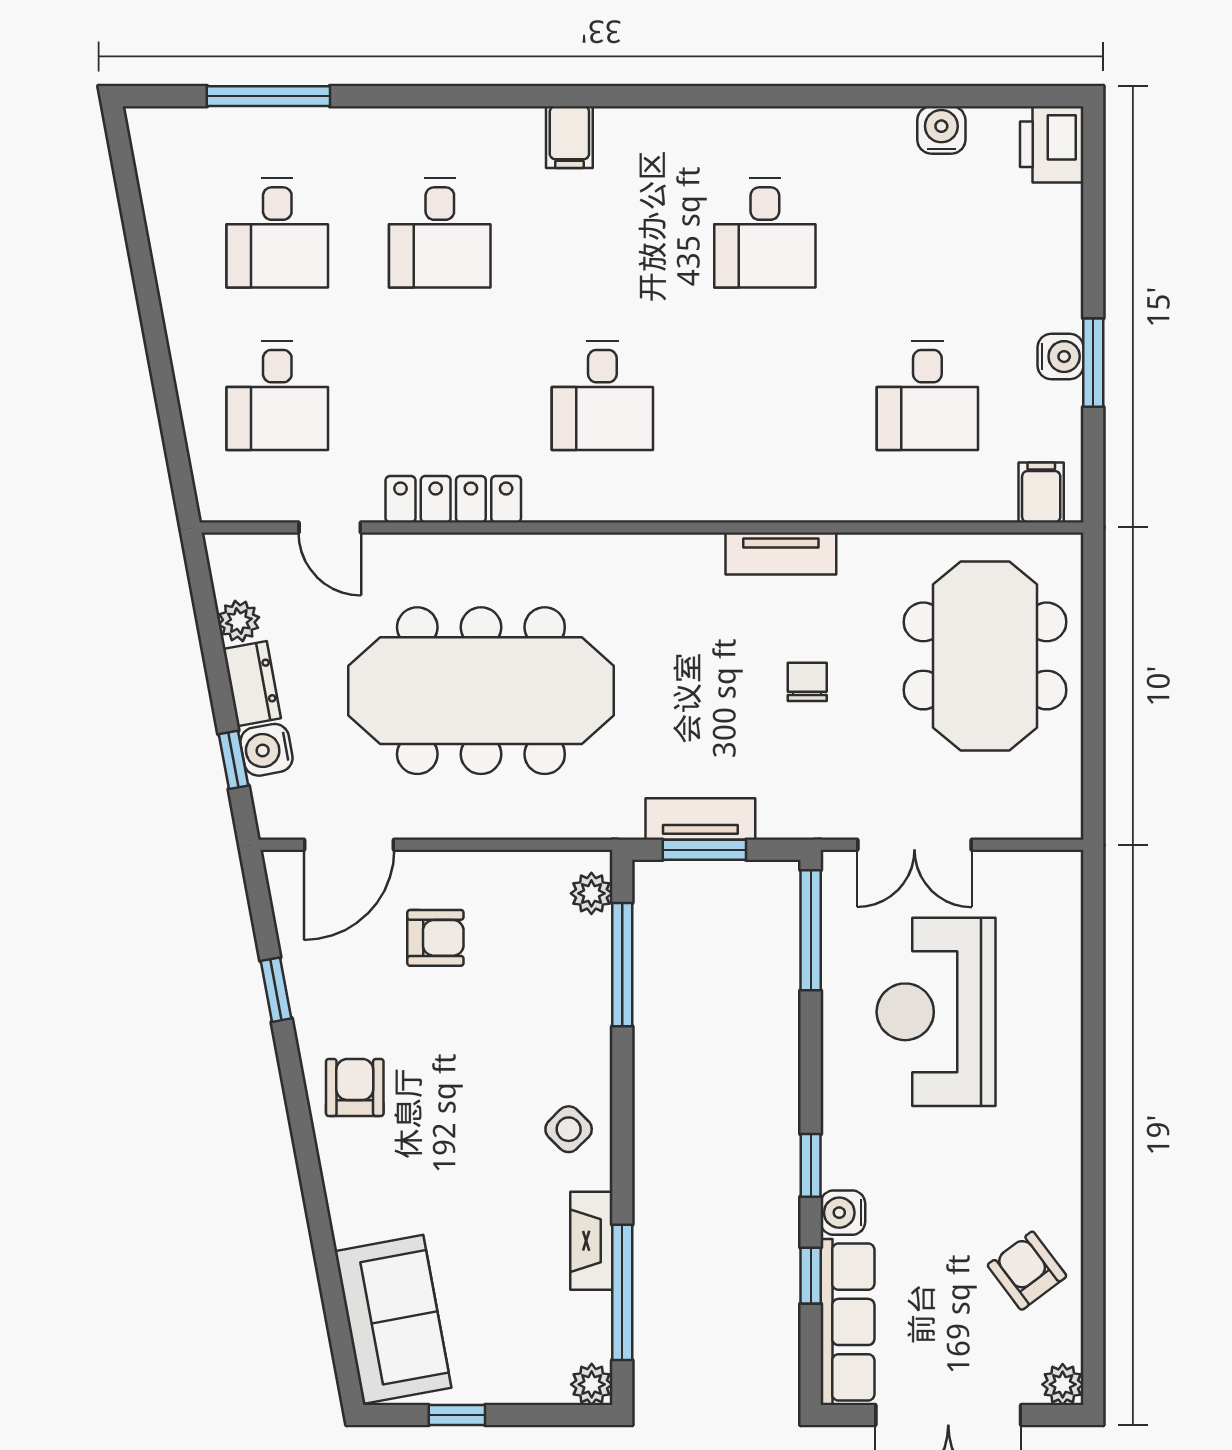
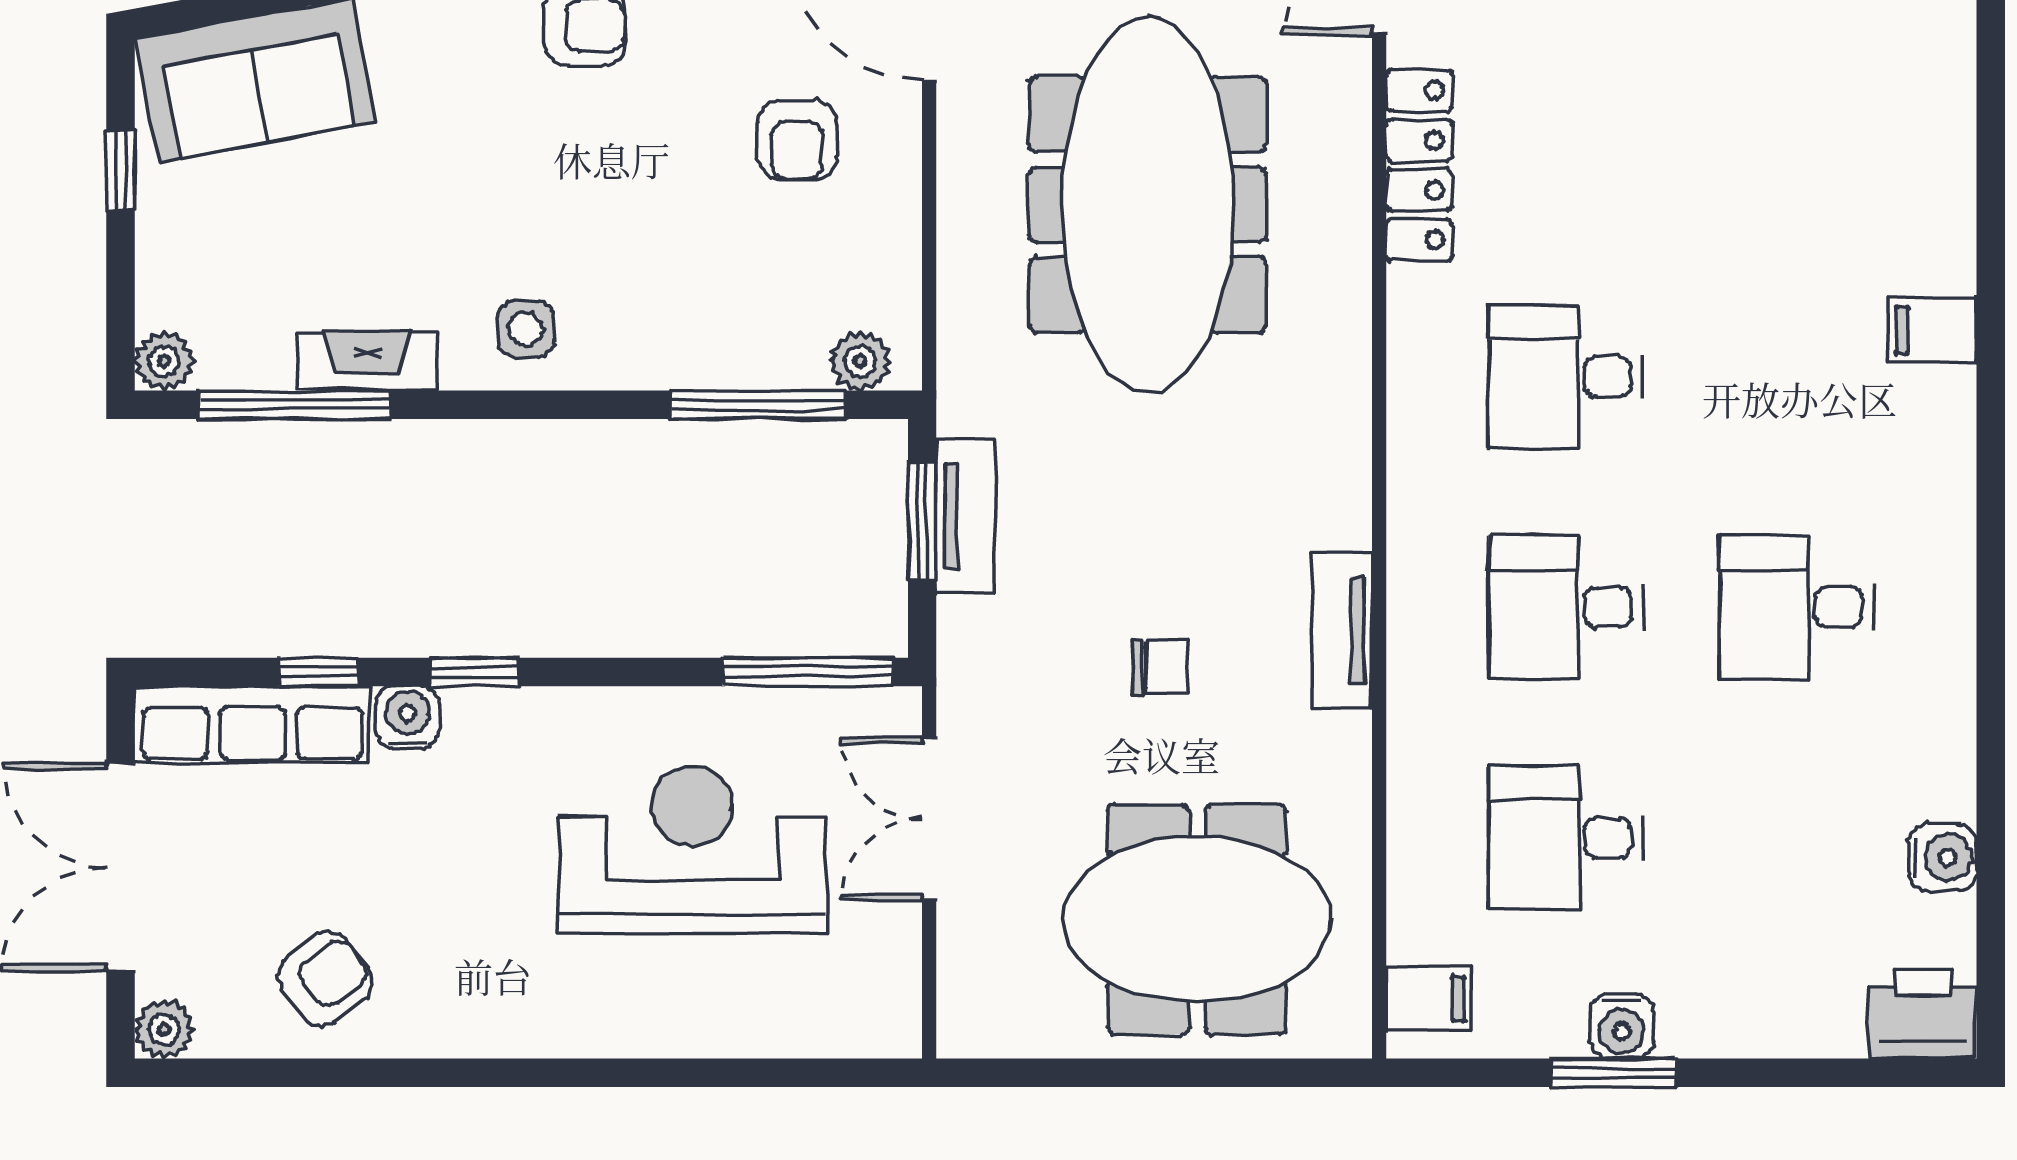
desk: (440, 233) -> (1566, 607), moved
side table: (569, 1129) -> (526, 329), turned 45

